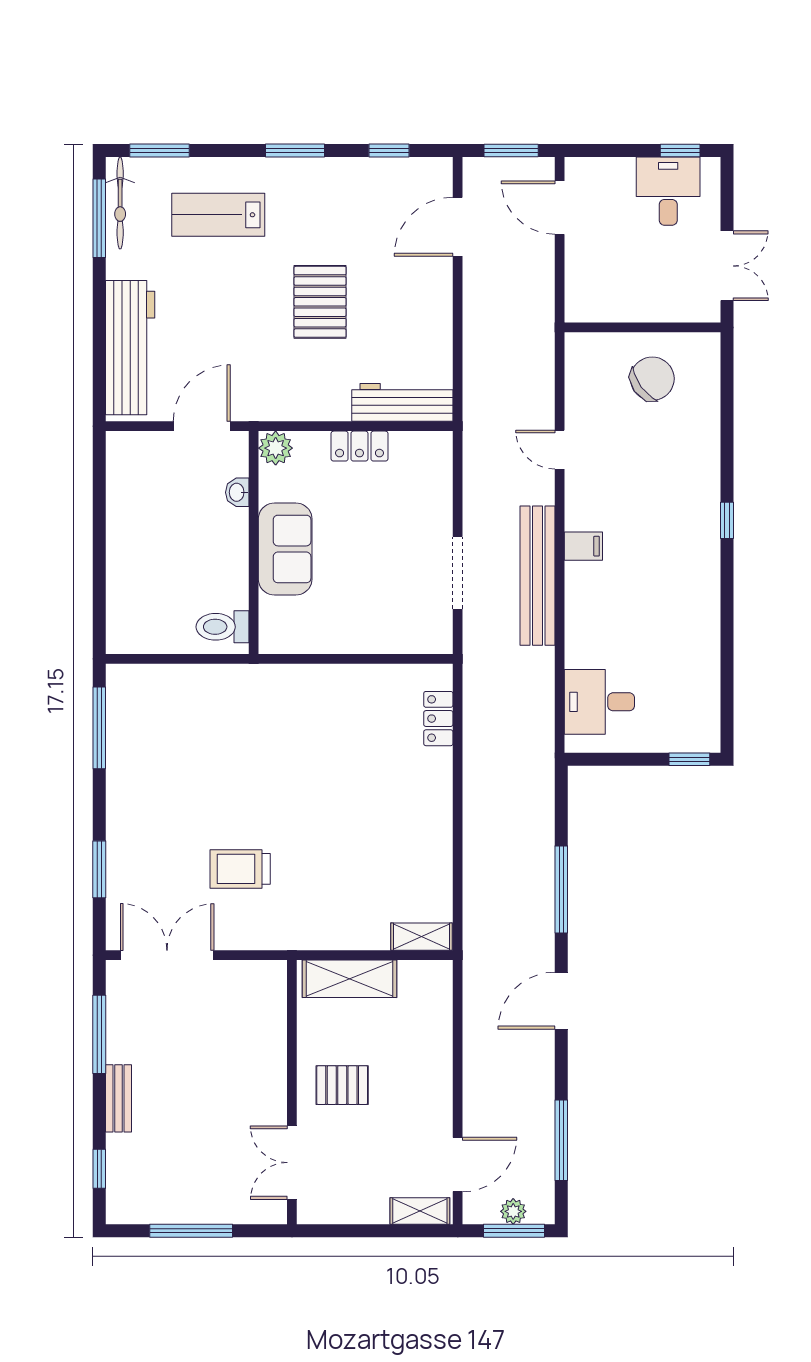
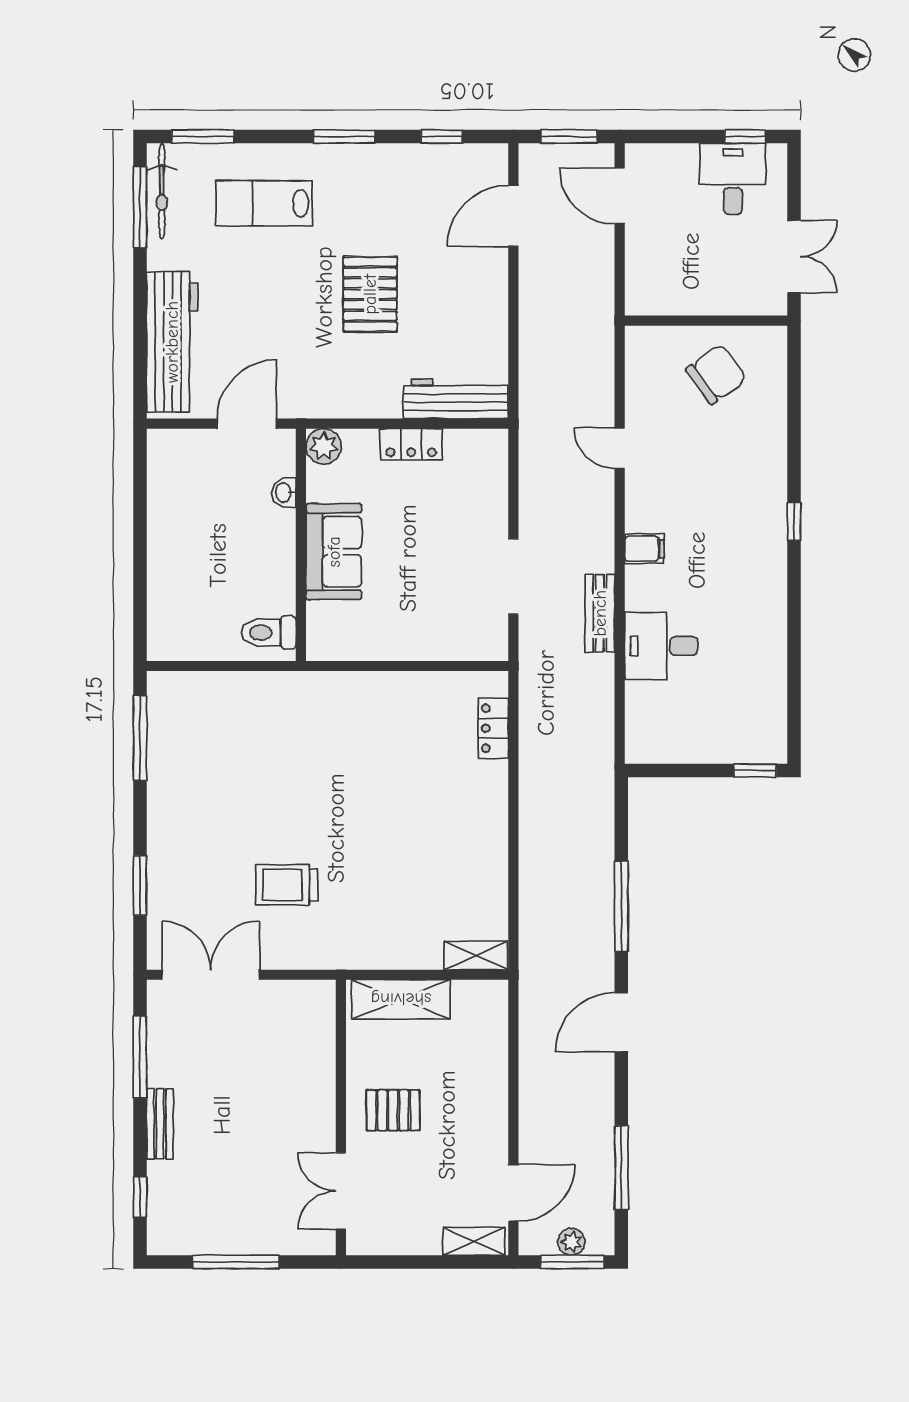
bench: (537, 576) -> (600, 613), width x0.54, depth x0.82
desk: (599, 702) -> (661, 646), moved

